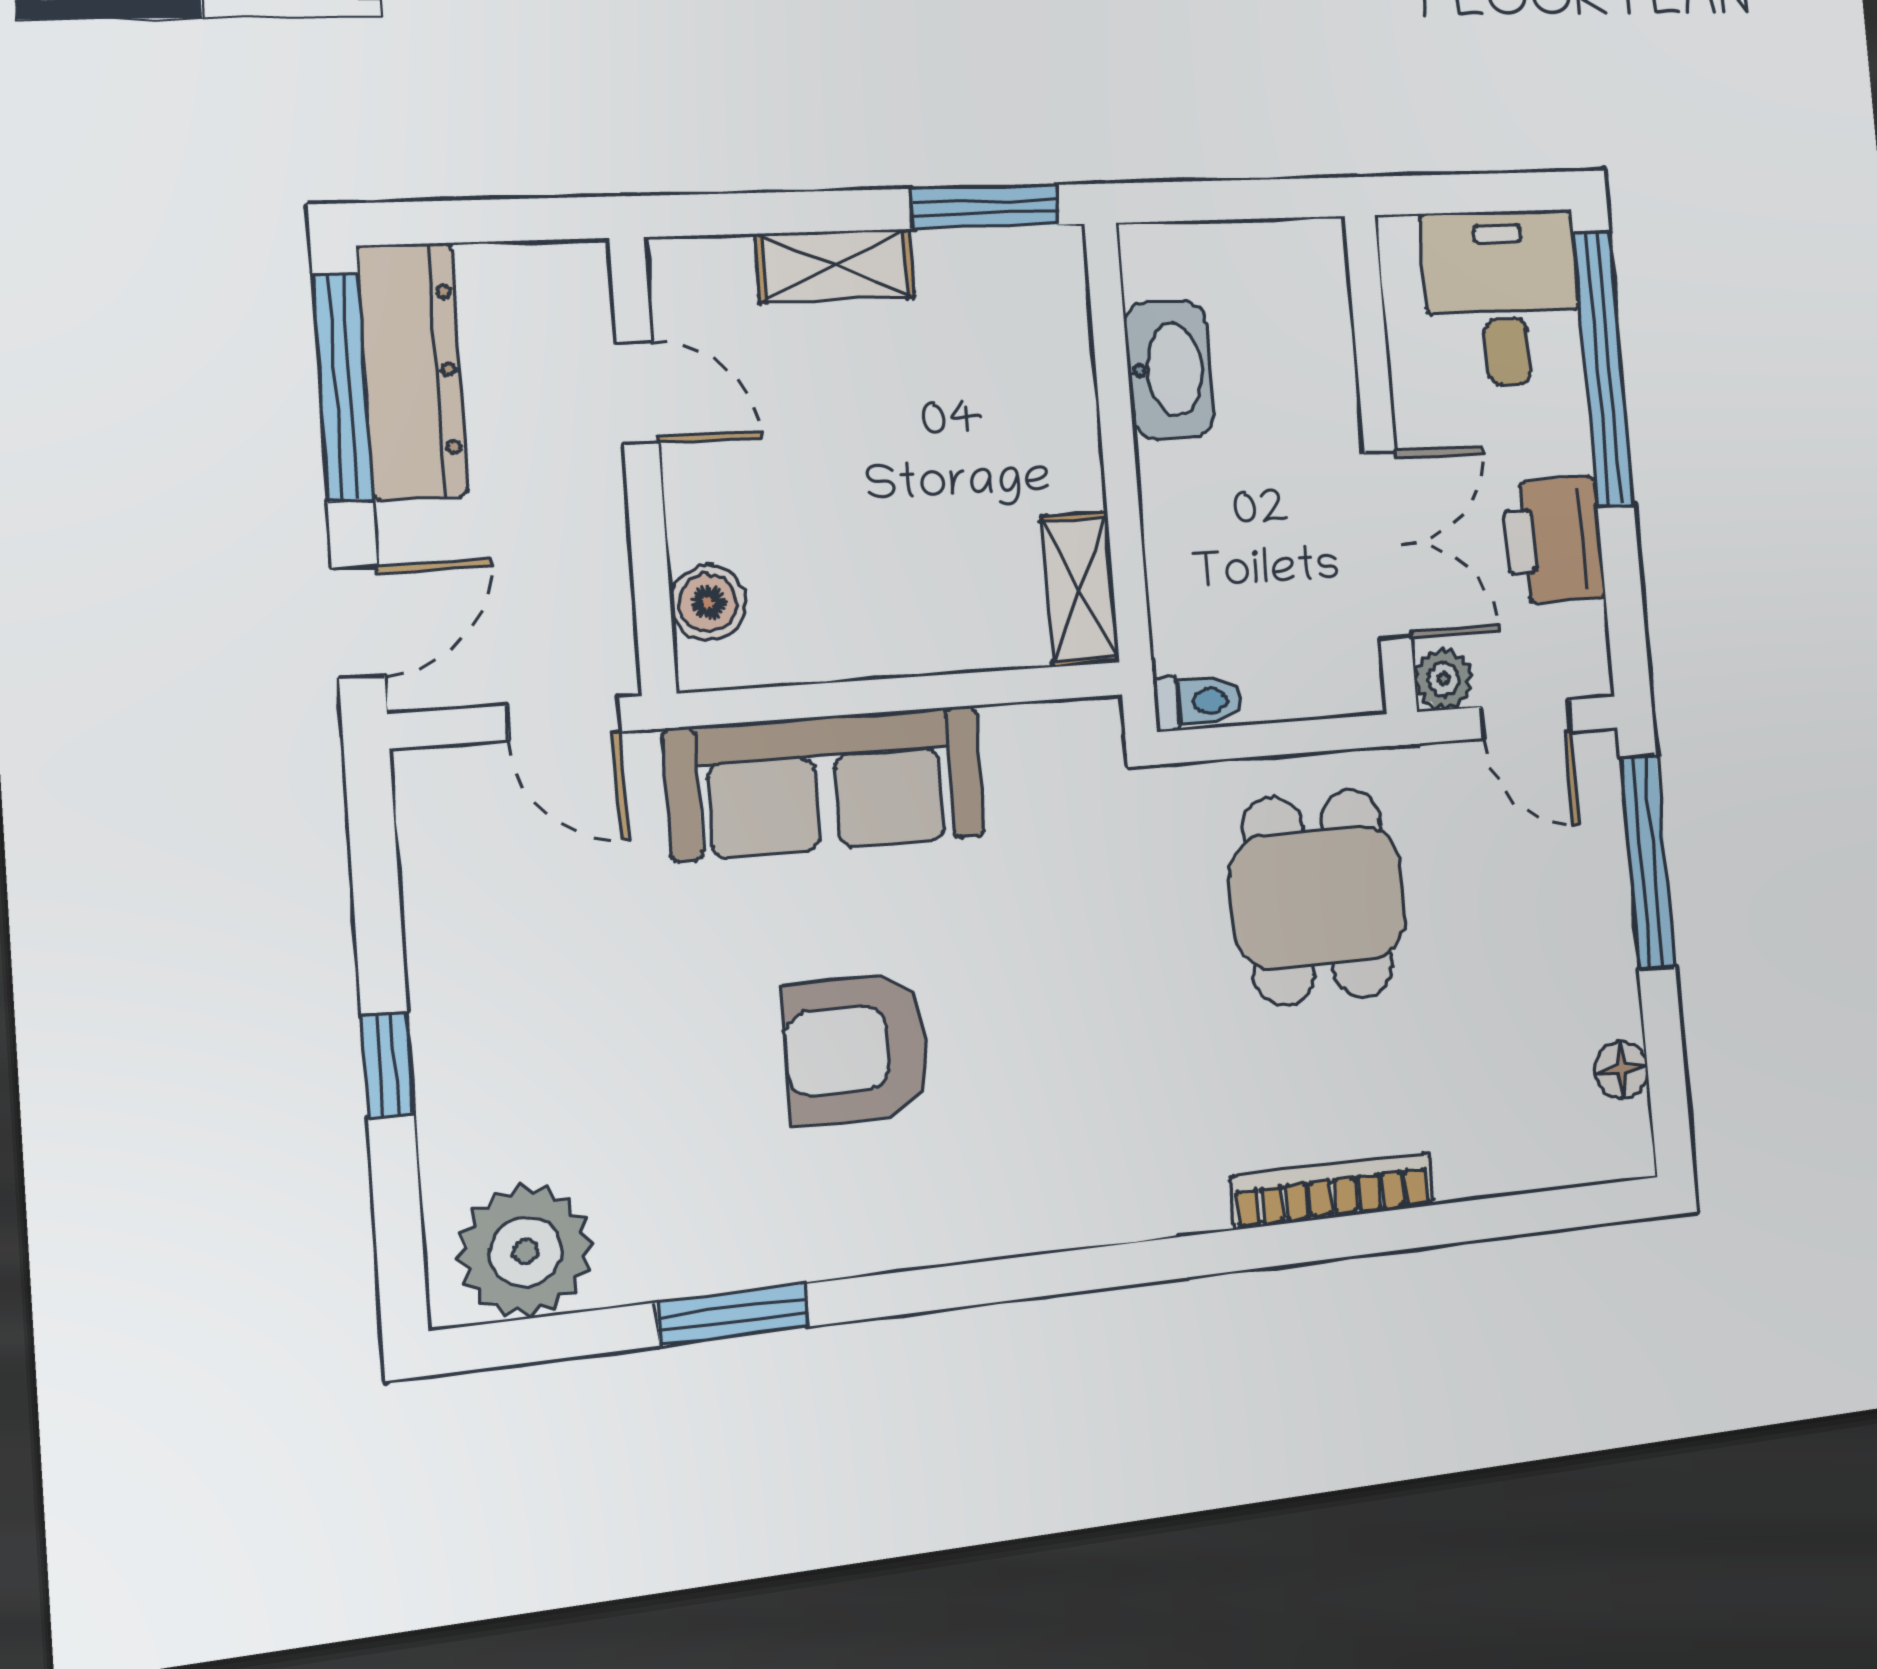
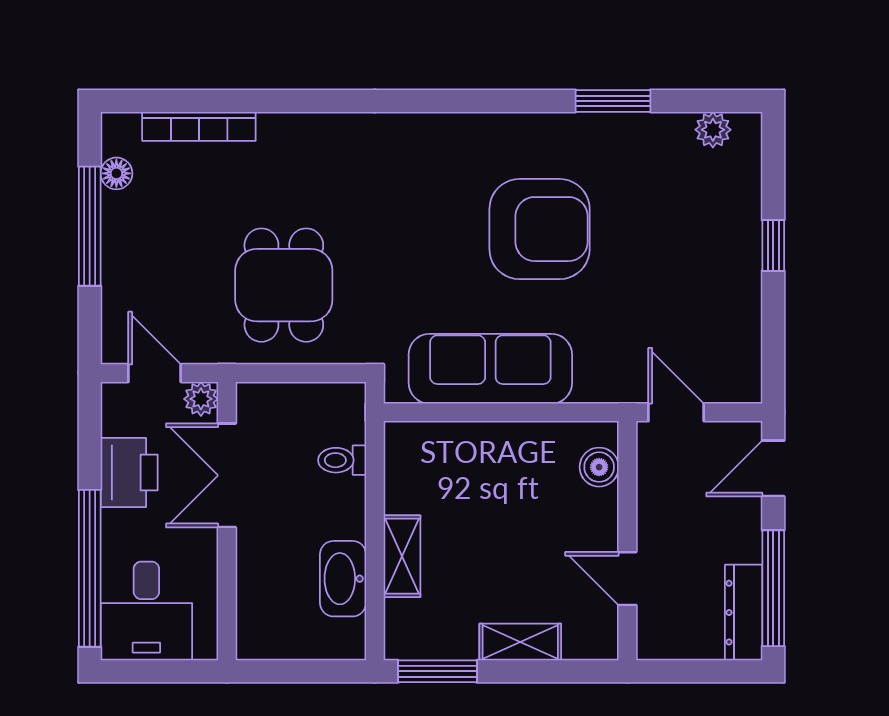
dresser: (412, 371) -> (744, 613), width x0.73, depth x0.80
shelving: (1080, 589) -> (402, 556), moved
toilet: (1198, 702) -> (342, 460), moved
sofa: (826, 783) -> (490, 369), moved
window: (1647, 862) -> (90, 226), moved
armchair: (857, 1049) -> (540, 229), width x1.36, depth x1.36
bookcase: (1332, 1191) -> (199, 126), moved
plant: (525, 1251) -> (713, 130), width x0.53, depth x0.53

